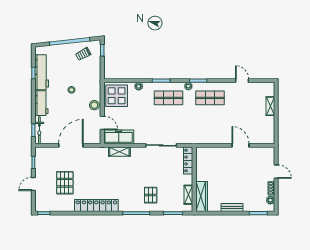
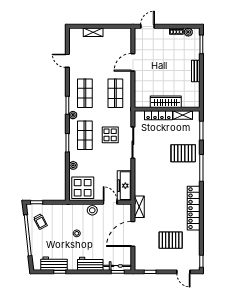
workbench: (42, 72) -> (54, 264), width x0.73
door: (242, 81) -> (67, 61), hinge flipped
door: (102, 123) -> (110, 202), hinge flipped
display table: (169, 123) -> (110, 135), added
shop shelf: (210, 128) -> (115, 93), added
door: (71, 145) -> (133, 234), hinge flipped
shelving: (119, 152) -> (139, 207), moved
locker: (188, 160) -> (158, 115), moved
door: (276, 172) -> (147, 26), moved
door: (33, 184) -> (183, 272), moved
pallet: (151, 195) -> (183, 153), width x1.50, depth x1.42
wardrobe: (202, 196) -> (166, 102), moved

